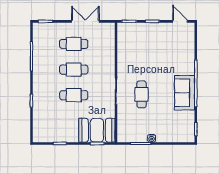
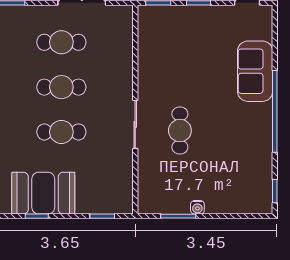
sofa: (185, 93) -> (255, 71), moved
booth: (97, 130) -> (43, 193), moved

